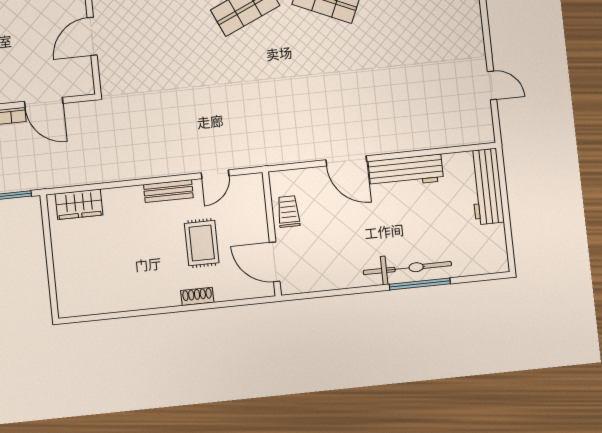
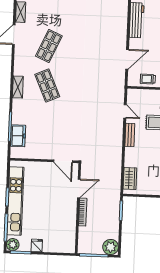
door: (92, 36) -> (63, 161), moved
door: (346, 161) -> (127, 59), moved

